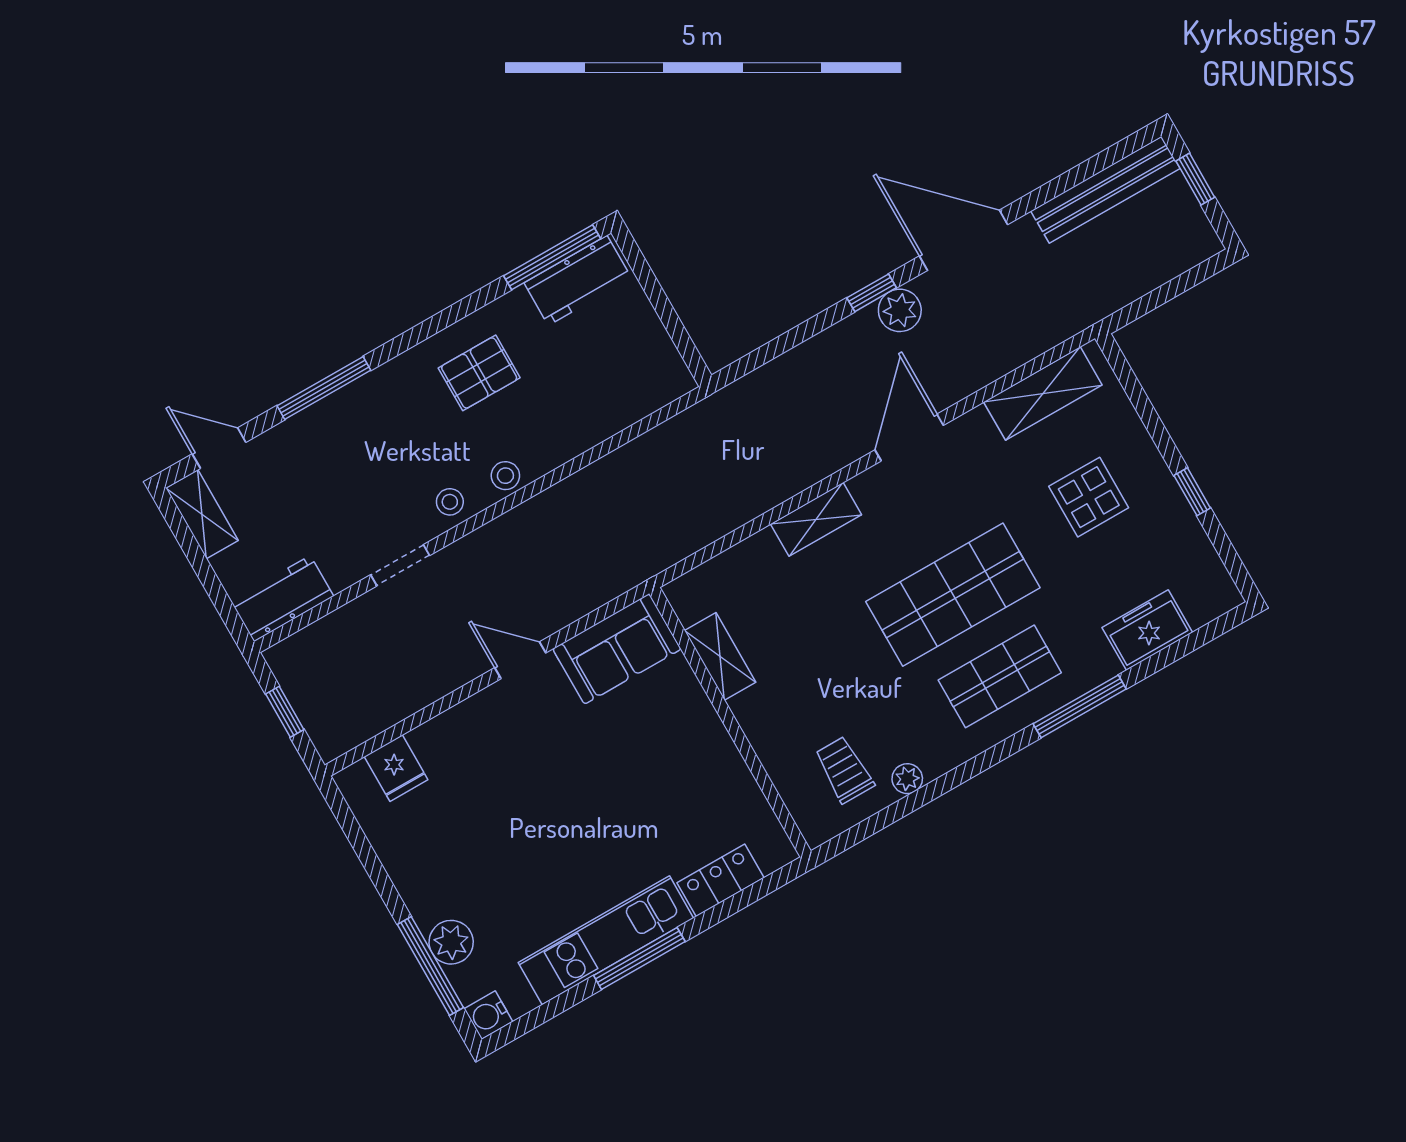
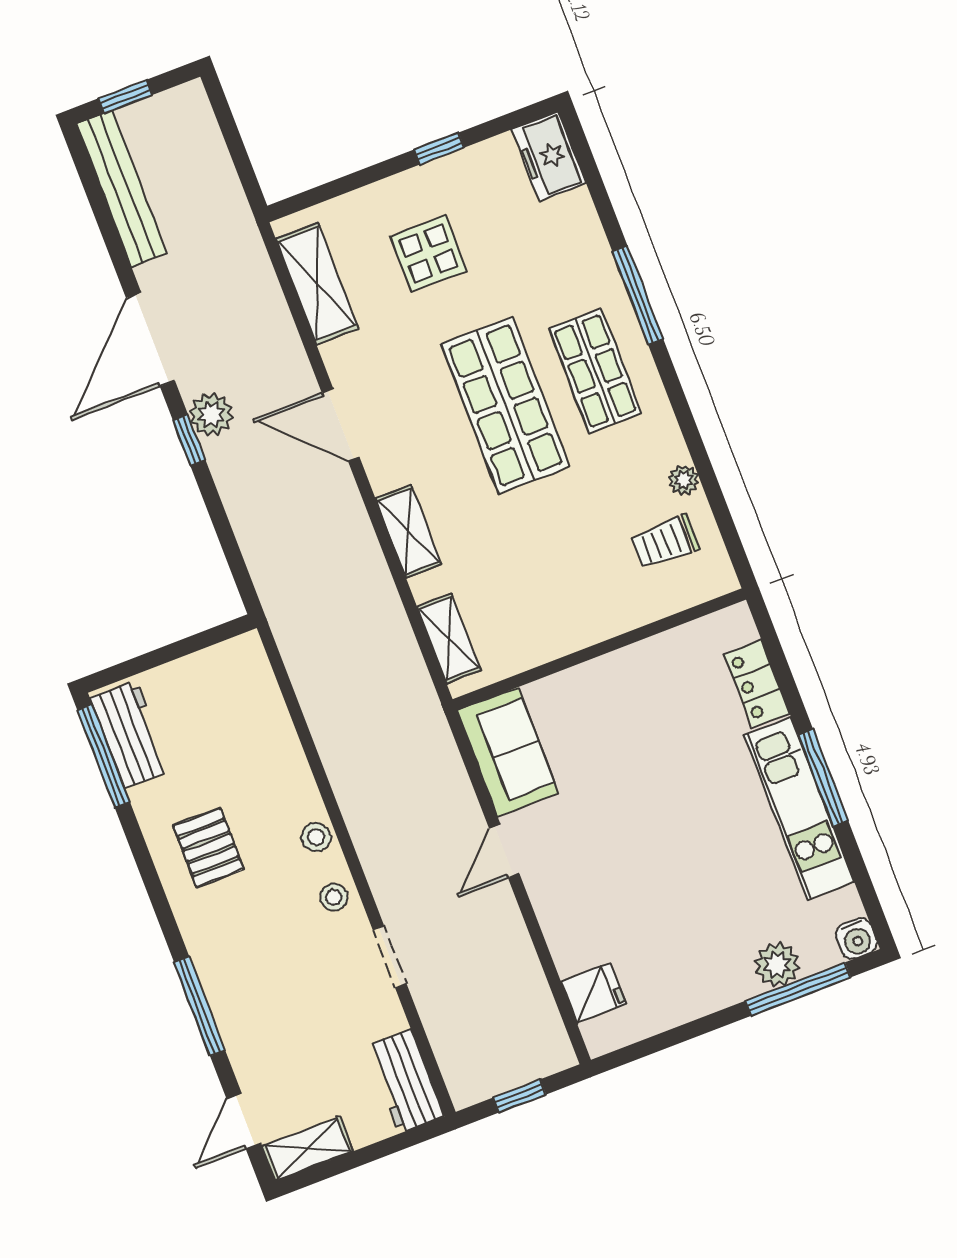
freezer: (1147, 630) -> (549, 157), moved
shelving: (720, 656) -> (449, 639), moved, turned 90

